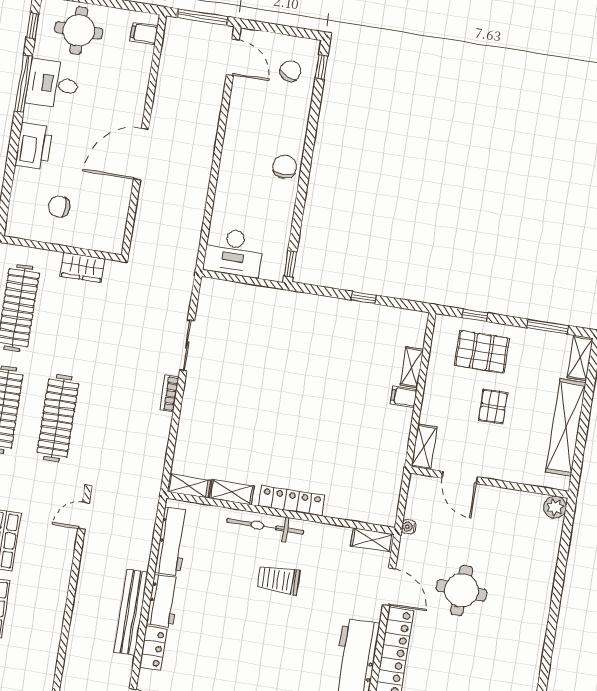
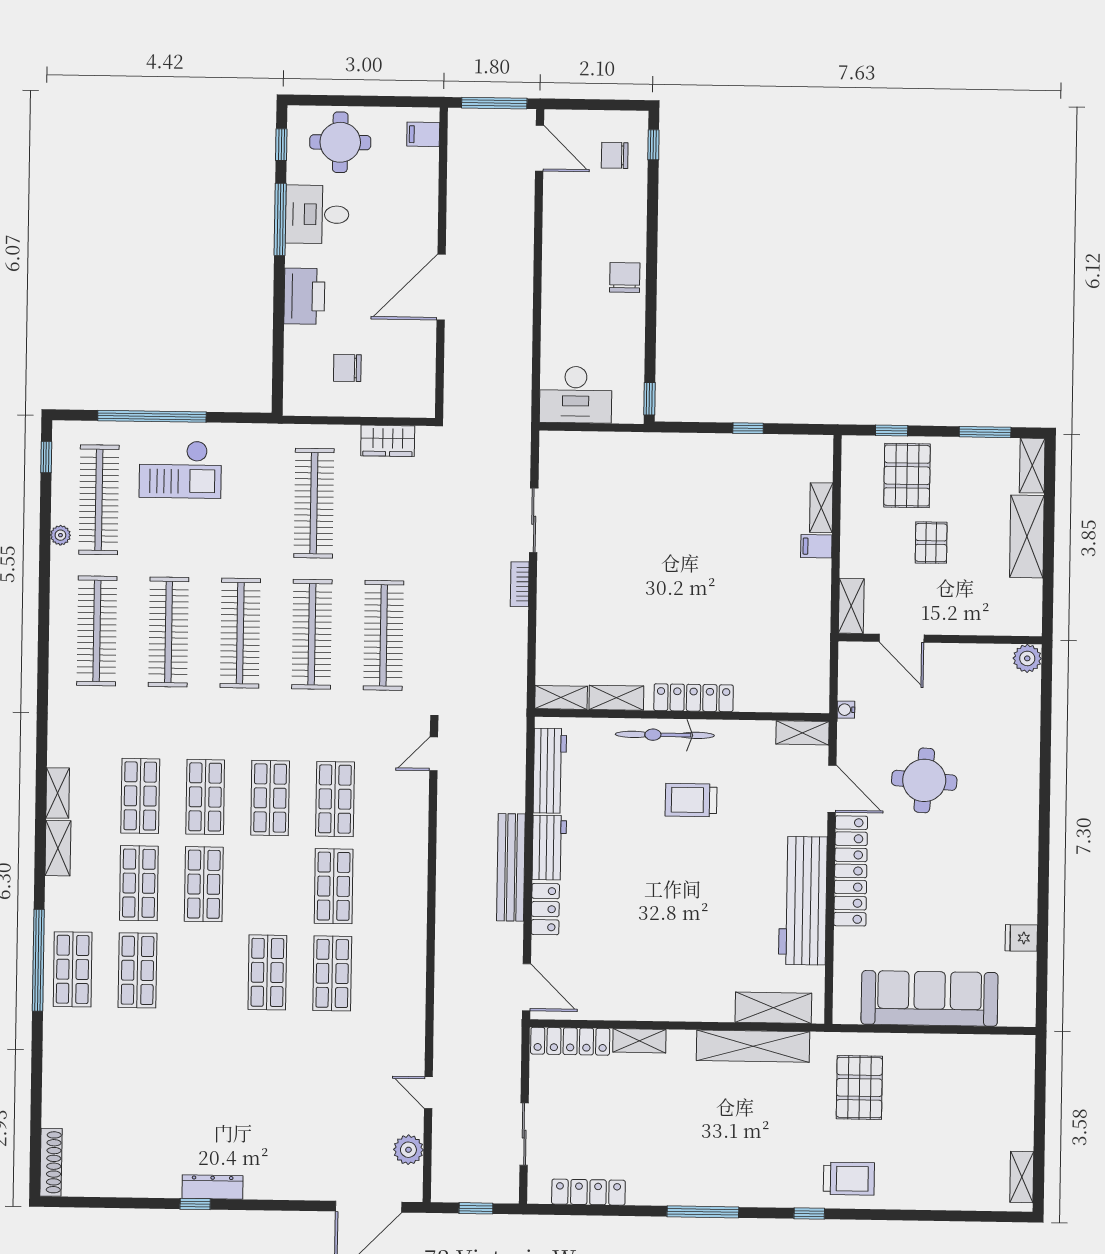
chair: (290, 71) -> (615, 155), turned -115
pallet: (482, 352) -> (907, 475), turned 90
shelving: (566, 427) -> (1027, 536), width x0.68

